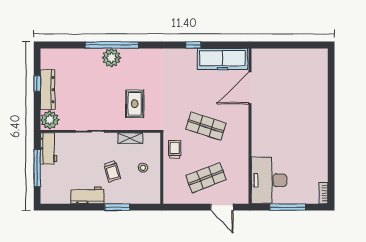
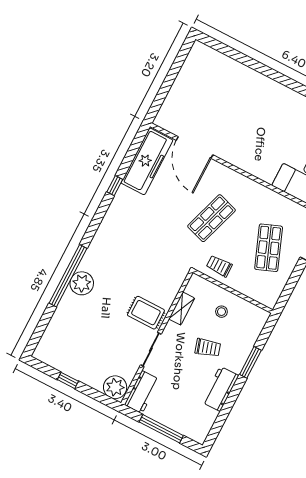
dresser: (48, 90) -> (81, 372), removed
rug: (135, 104) -> (146, 313), moved
workbench: (49, 148) -> (142, 392), moved, turned 90

